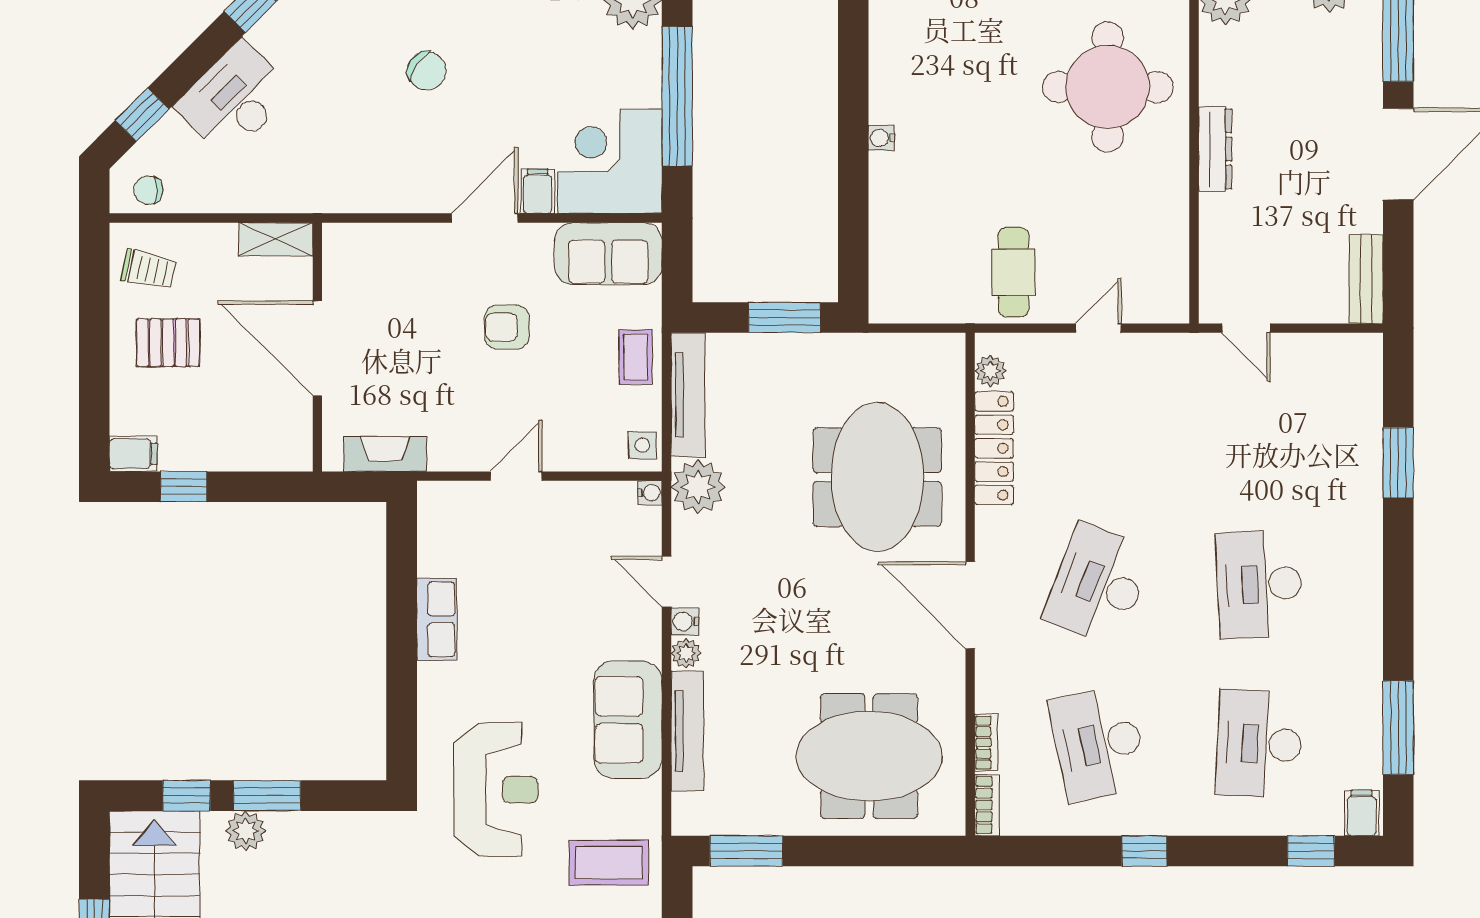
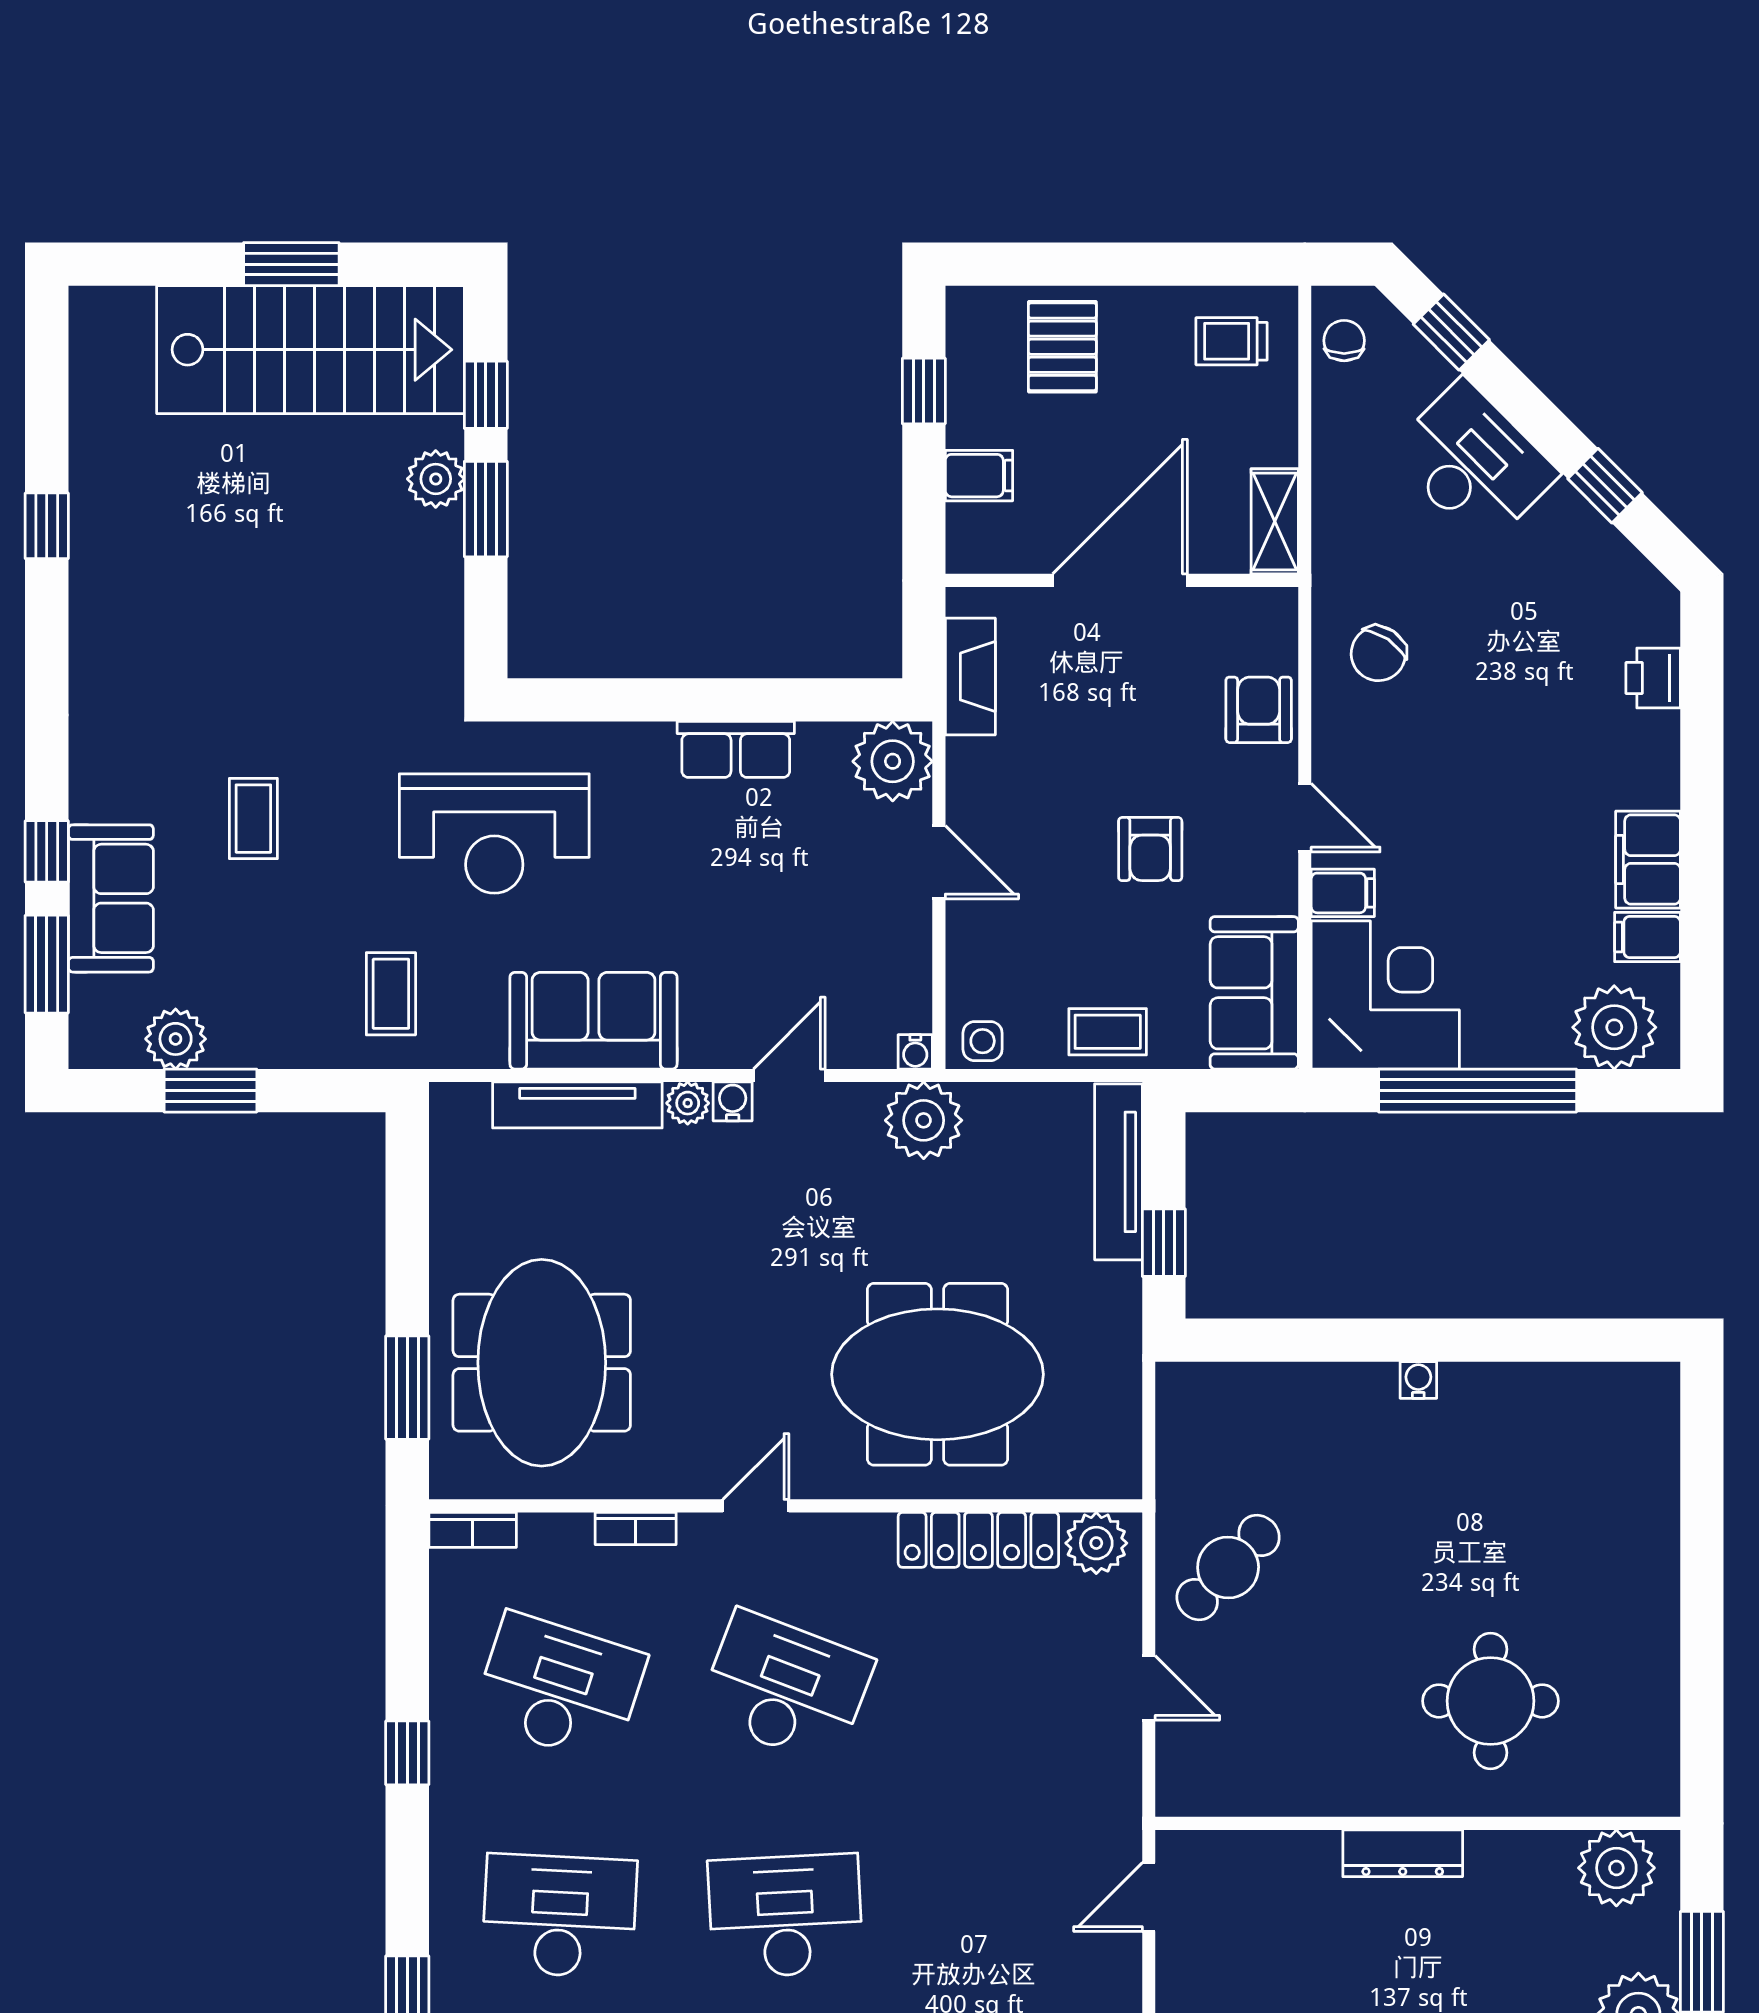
chair: (427, 71) -> (1378, 654), moved
round table: (1108, 87) -> (1491, 1701), width x0.73, depth x0.73
door: (485, 218) -> (1305, 818), width x0.73
armchair: (409, 251) -> (1259, 710), added
trolley: (149, 270) -> (1232, 341), turned 78
cafe table: (1014, 272) -> (1228, 1567), turned -46
window: (784, 317) -> (1164, 1243), width x0.67
armchair: (507, 327) -> (1150, 849), turned 180
pallet: (168, 343) -> (1062, 347), moved
plant: (990, 371) -> (1096, 1543), width x1.38, depth x1.38
tv unit: (688, 395) -> (1118, 1172), moved, turned 90
filing cabinet: (133, 454) -> (979, 476), moved, turned -90
plant: (445, 509) -> (893, 761), added
door: (970, 605) -> (756, 1506), width x0.53
bookcase: (986, 743) -> (636, 1529), moved
desk: (1098, 744) -> (559, 1688), turned 30
window: (746, 851) -> (407, 1388), moved
coffee table: (609, 863) -> (391, 994), width x0.73, depth x0.77

